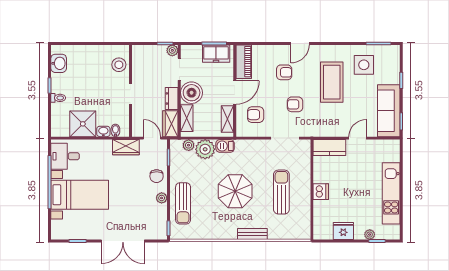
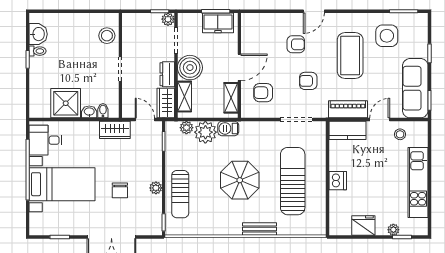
piano: (244, 62) -> (348, 109), moved, turned -90
toilet: (58, 98) -> (37, 51), moved
stool: (375, 151) -> (400, 134), added
chair: (157, 176) -> (120, 190), moved
sun lounger: (281, 192) -> (293, 181), width x1.36, depth x1.34

